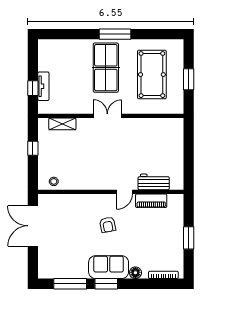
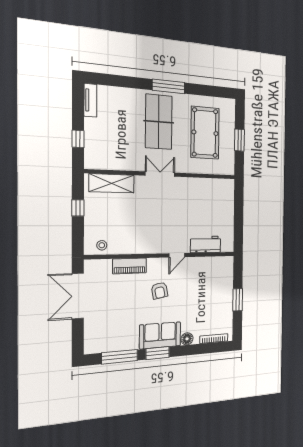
tv unit: (43, 86) -> (90, 100), moved
shelving: (62, 124) -> (112, 183), width x1.50, depth x1.33
piano: (151, 201) -> (130, 266), moved

